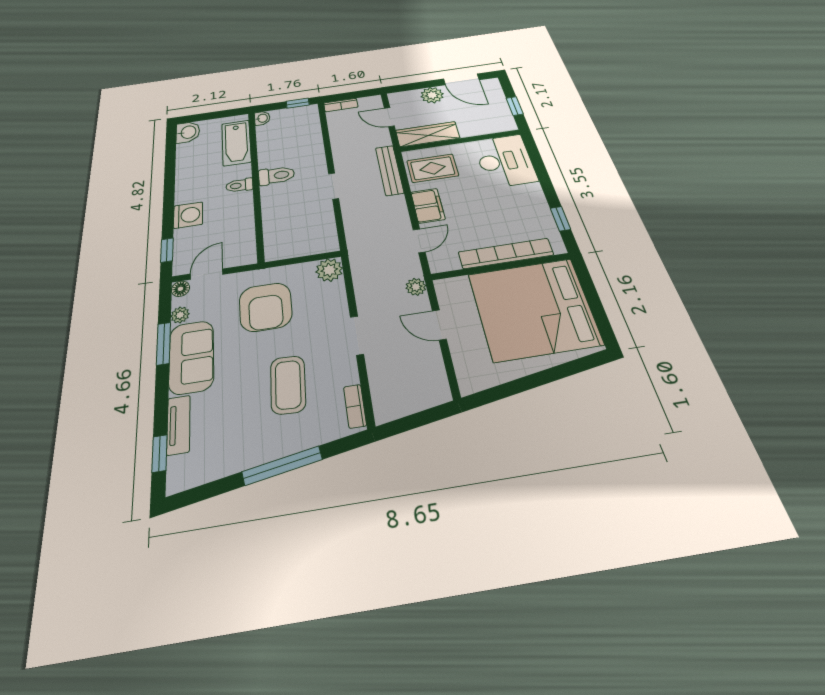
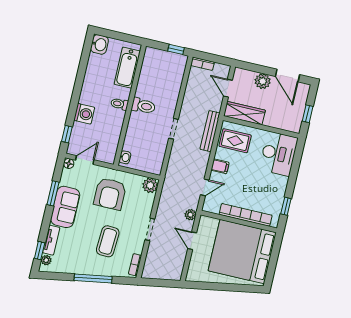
washbasin: (262, 118) -> (125, 157), moved
filing cabinet: (428, 206) -> (220, 166), width x0.50
plant: (180, 315) -> (46, 260), moved

